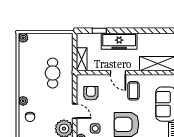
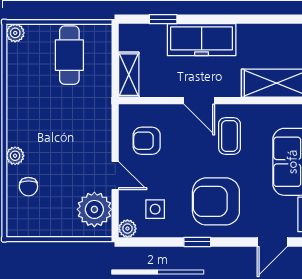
cafe table: (53, 73) -> (69, 55), moved
armchair: (91, 93) -> (147, 141), turned -90

